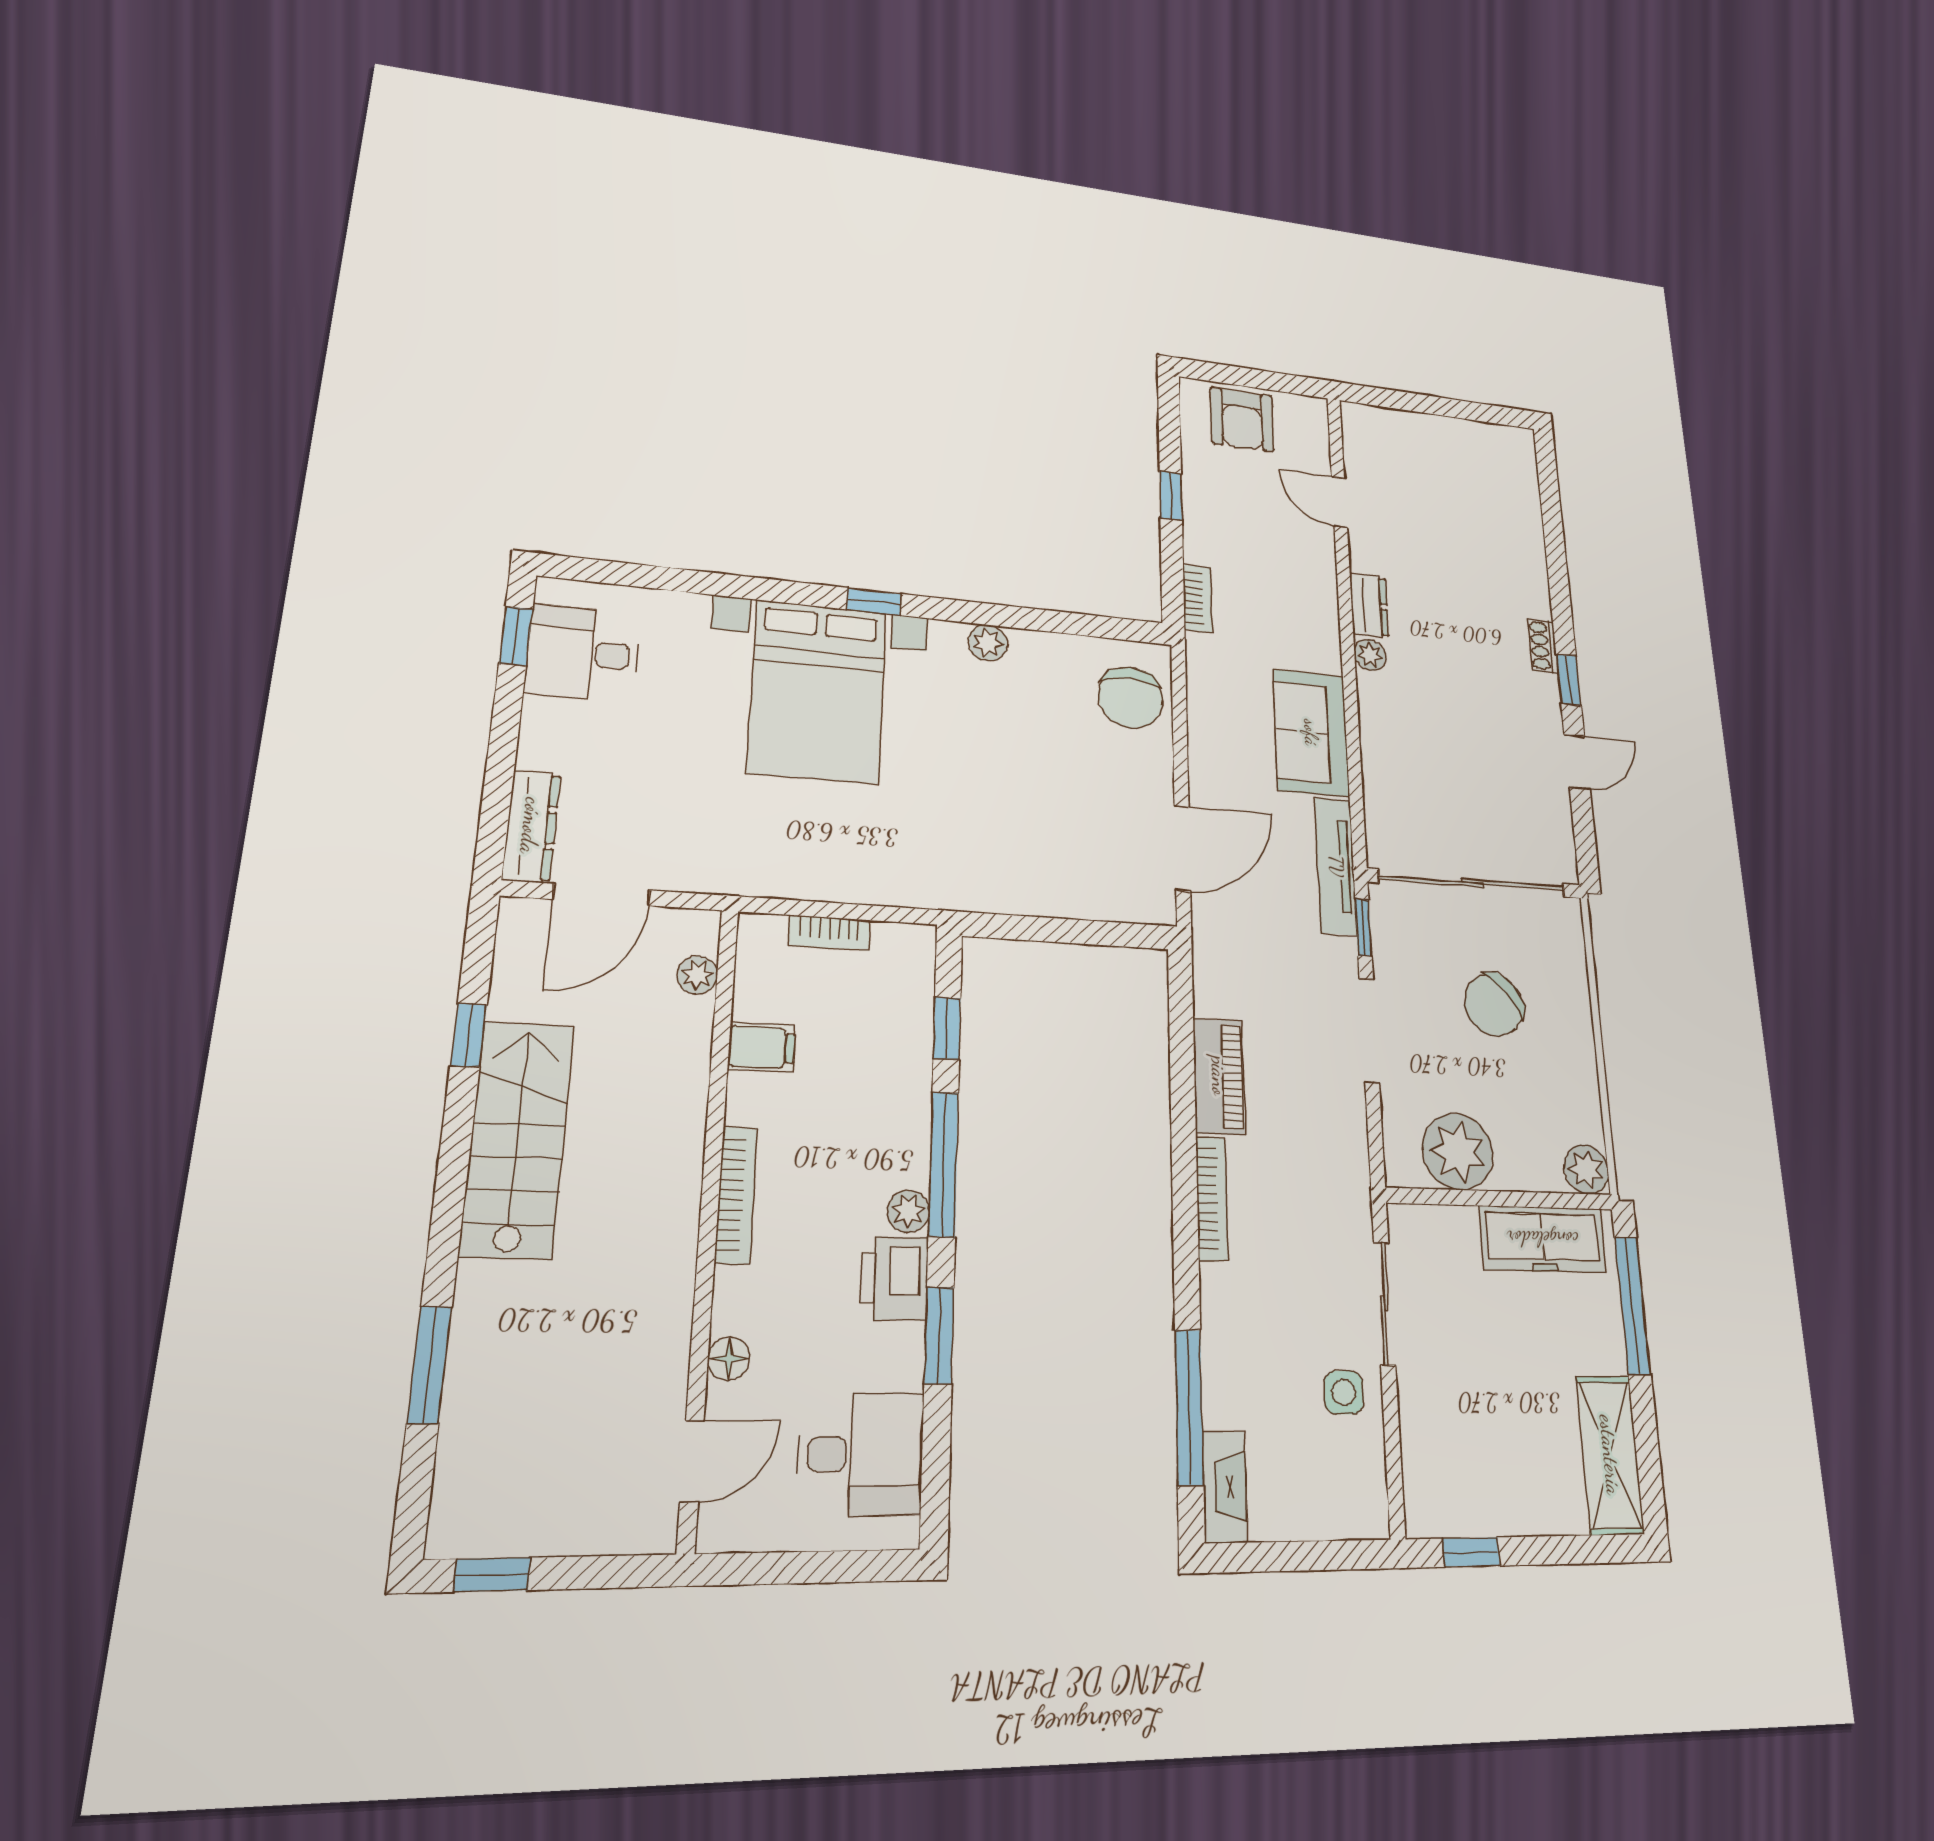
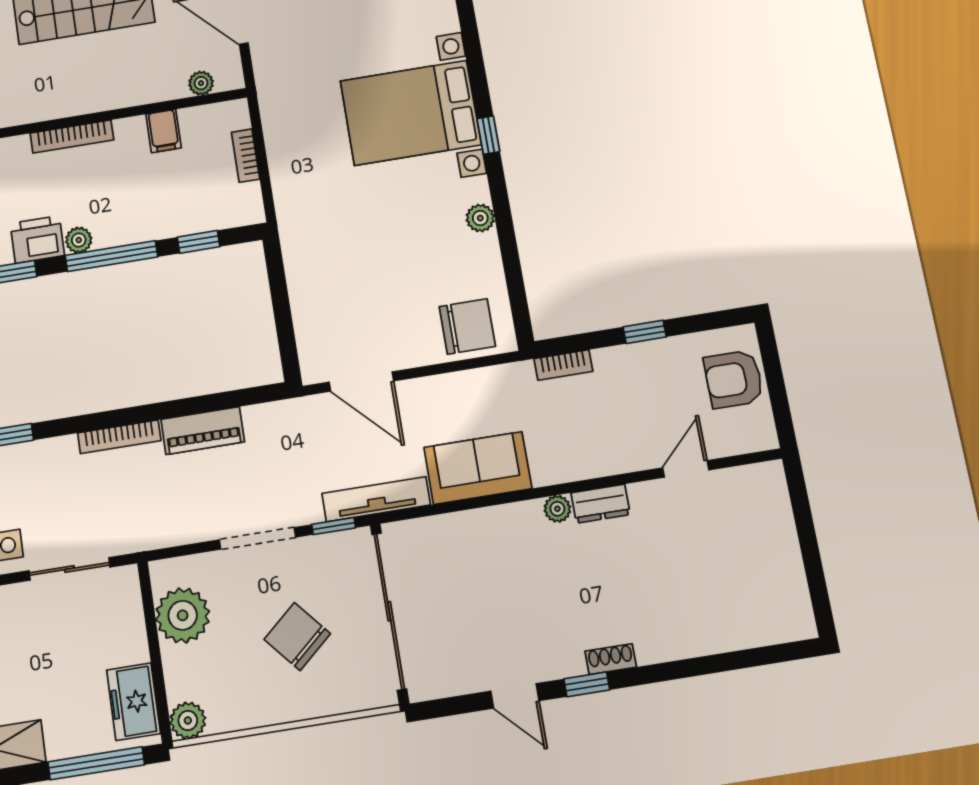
chair: (1130, 698) -> (467, 326), turned 180
freezer: (1543, 1239) -> (134, 702), width x0.71

